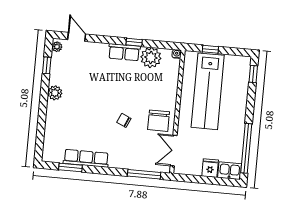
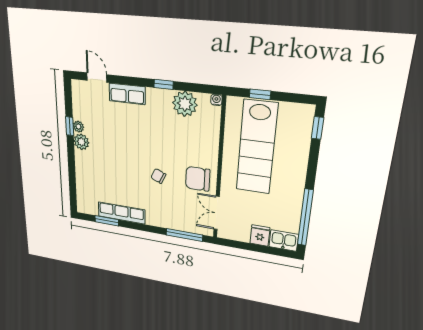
plant: (57, 47) -> (78, 127), moved
row of seats: (124, 52) -> (127, 94), moved
window: (47, 65) -> (70, 126), moved
chair: (159, 121) -> (198, 179), turned 90

